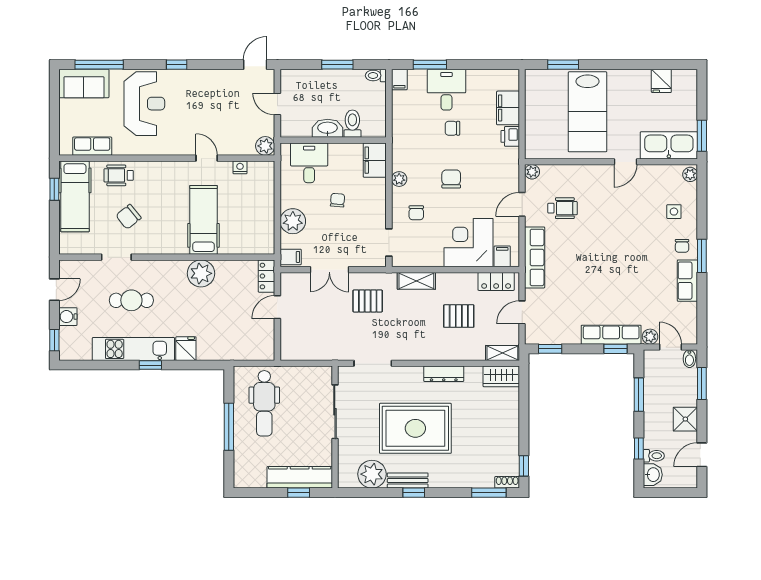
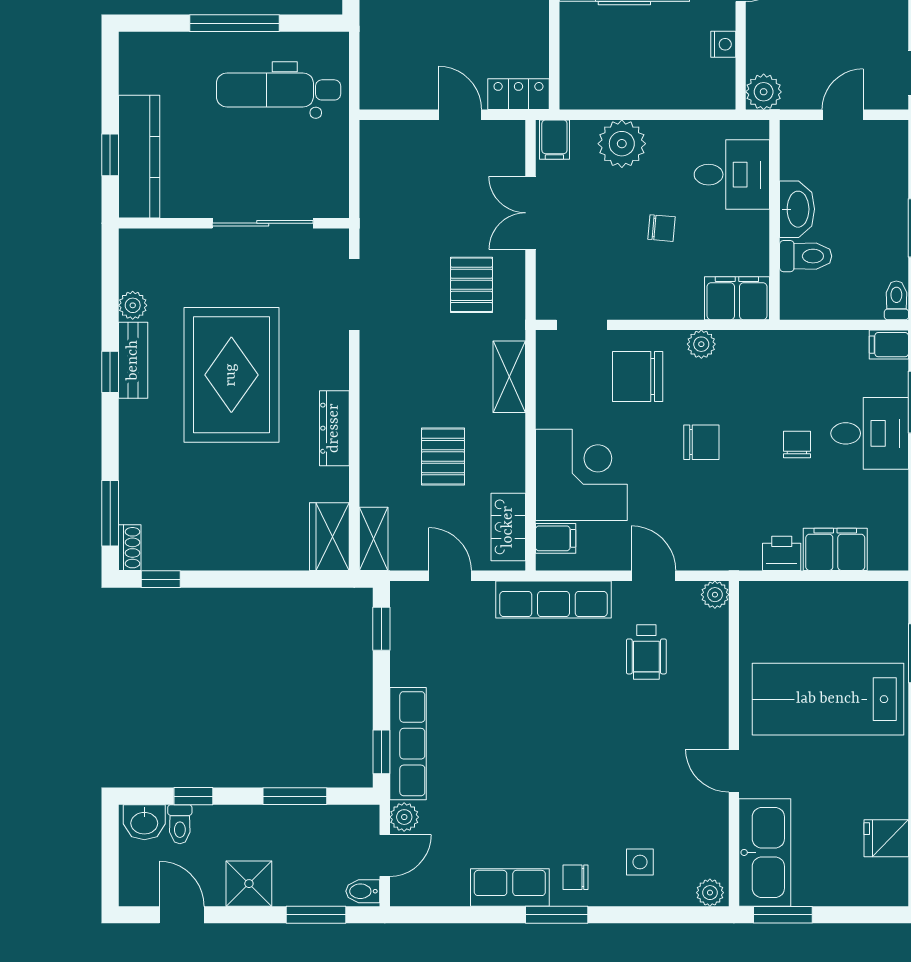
chair: (416, 213) -> (638, 376), width x1.87, depth x1.87
plant: (372, 474) -> (133, 305), width x0.53, depth x0.53

